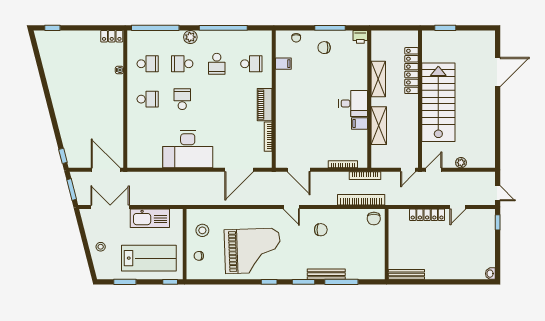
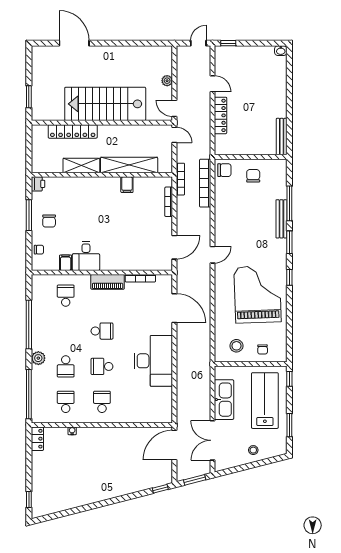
school desk: (217, 64) -> (102, 331), moved
desk: (353, 103) -> (86, 256), moved, turned 180
shelving: (379, 126) -> (129, 165), width x1.47
chair: (321, 230) -> (253, 176), moved

